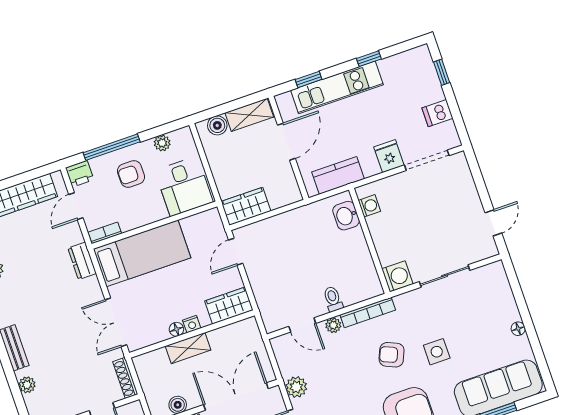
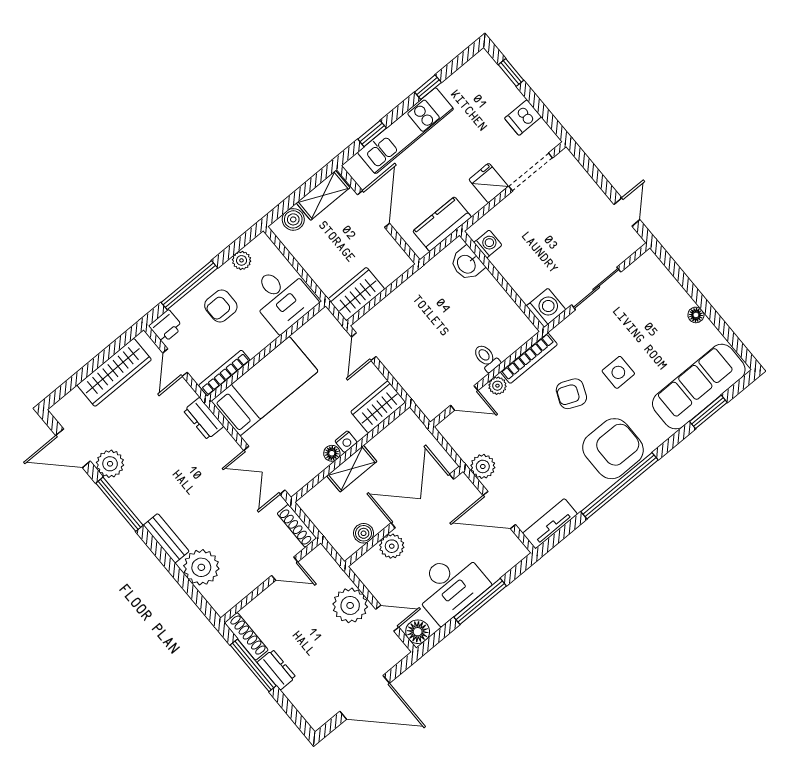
bookcase: (105, 233) -> (224, 373), width x1.56
plant: (27, 385) -> (201, 567), width x1.88, depth x1.88

